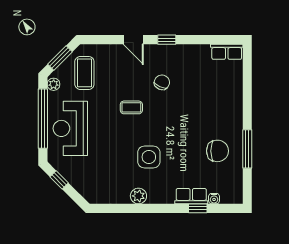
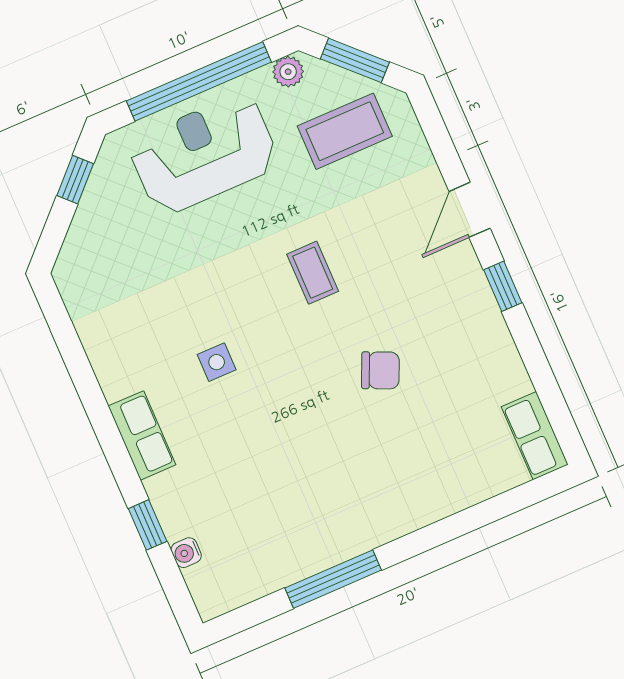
chair: (162, 82) -> (380, 370), moved
chair: (217, 151) -> (299, 513), removed
side table: (149, 157) -> (217, 362), width x0.54, depth x0.54
plant: (138, 196) -> (117, 377), removed
row of seats: (191, 196) -> (142, 435), moved

